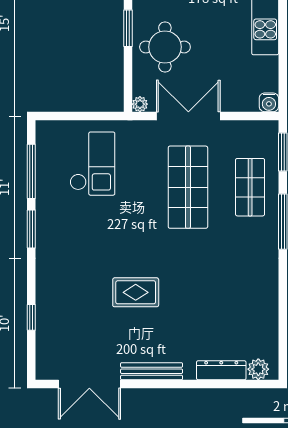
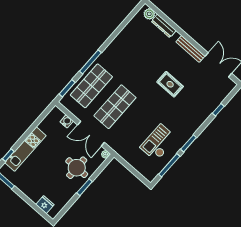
water cooler: (269, 102) -> (67, 121), moved
checkout: (92, 164) -> (158, 143), moved
shop shelf: (250, 187) -> (91, 86), width x1.43, depth x1.36

